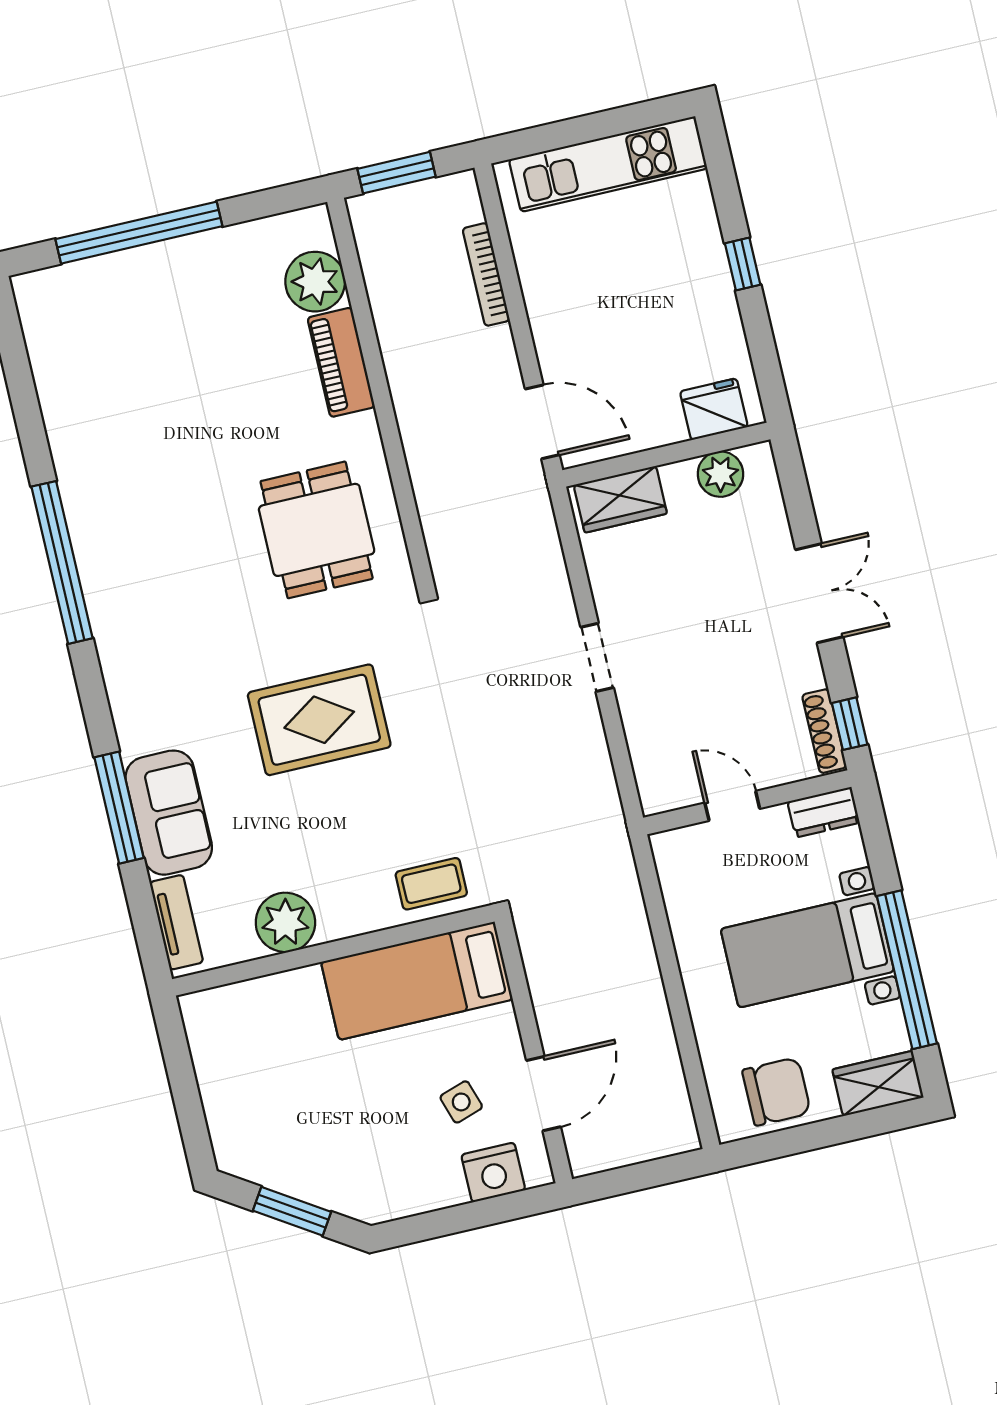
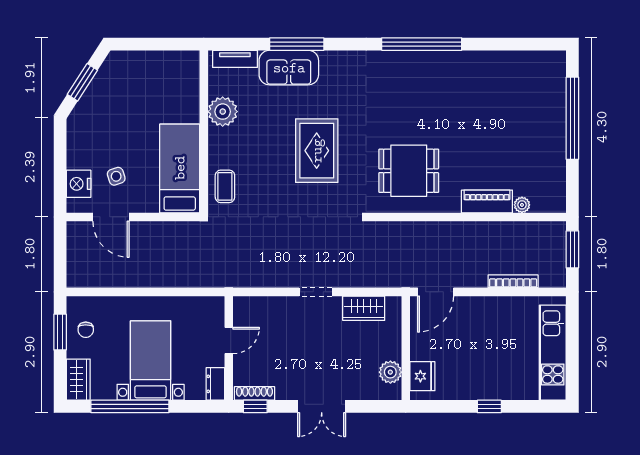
plant: (315, 282) -> (522, 205), width x0.53, depth x0.53
wardrobe: (620, 499) -> (364, 308), moved, turned -90
chair: (776, 1092) -> (86, 330), width x0.54, depth x0.54
window: (793, 1141) -> (60, 332), added

